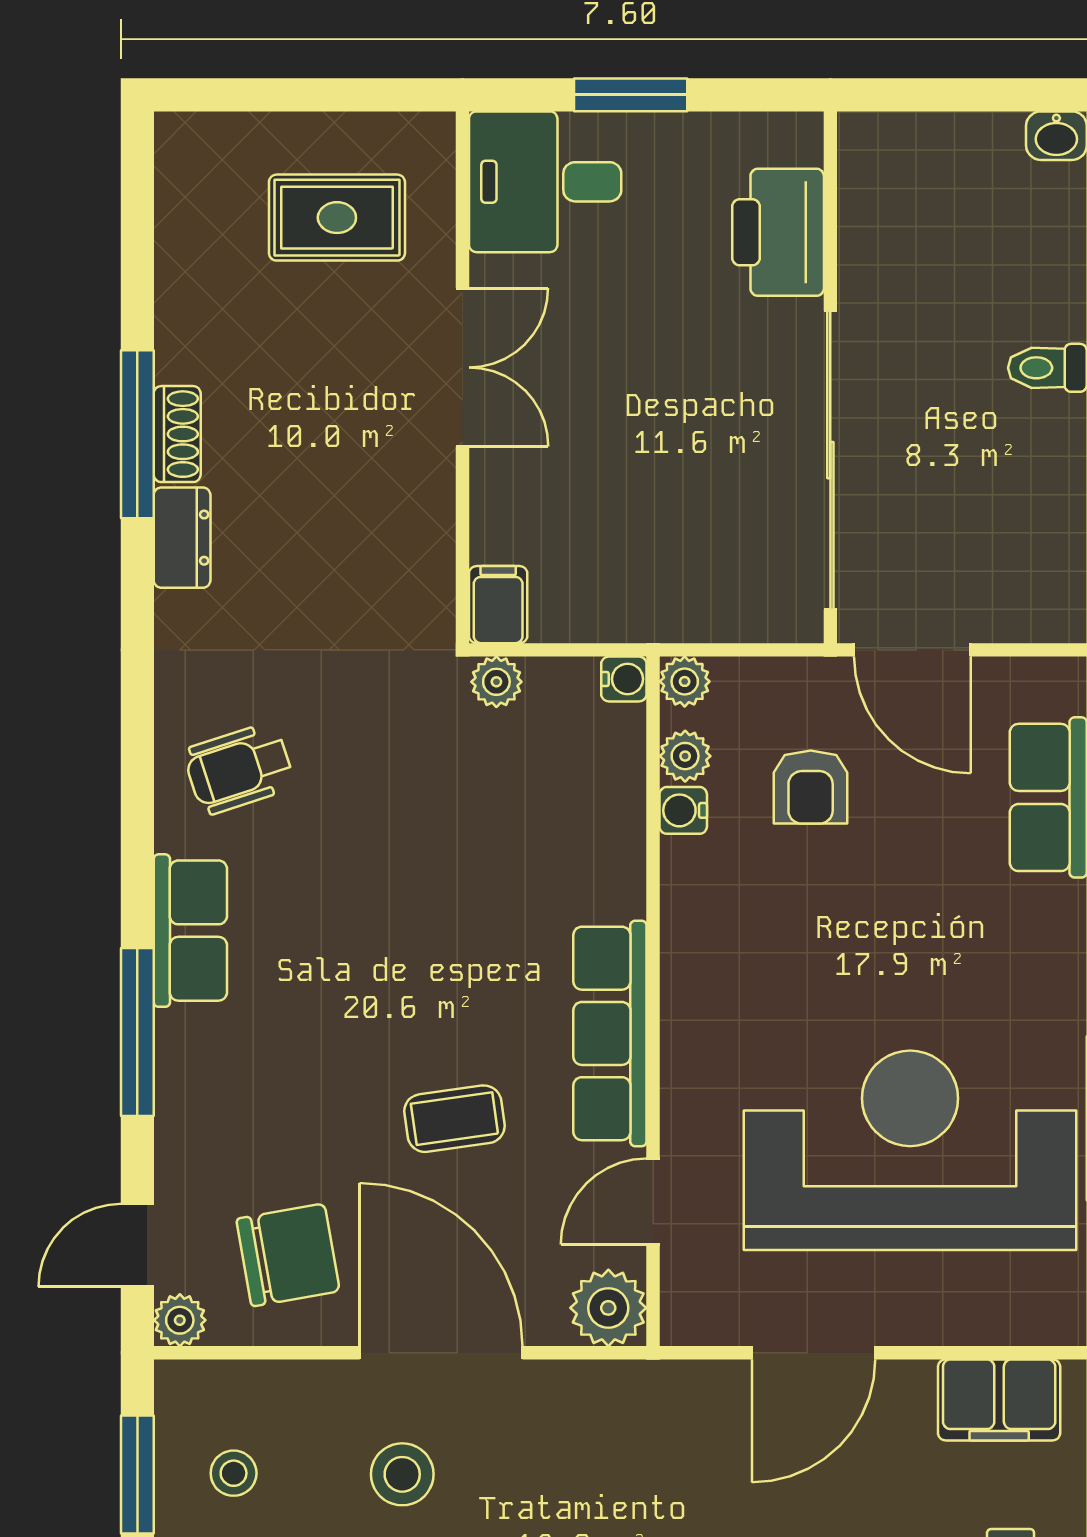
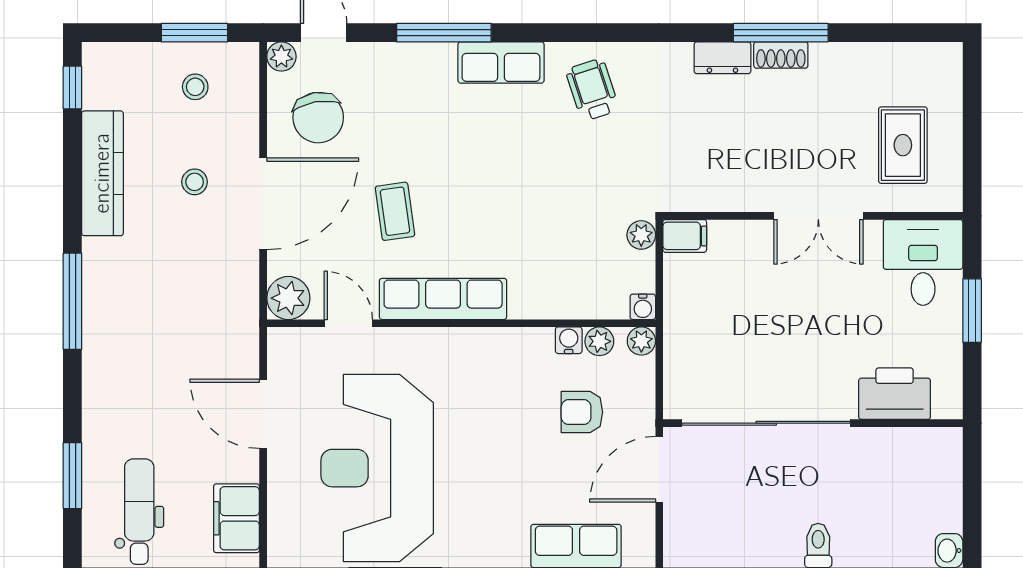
reception desk: (910, 1150) -> (377, 468), turned 180
stool: (402, 1474) -> (195, 182), width x0.73, depth x0.73

